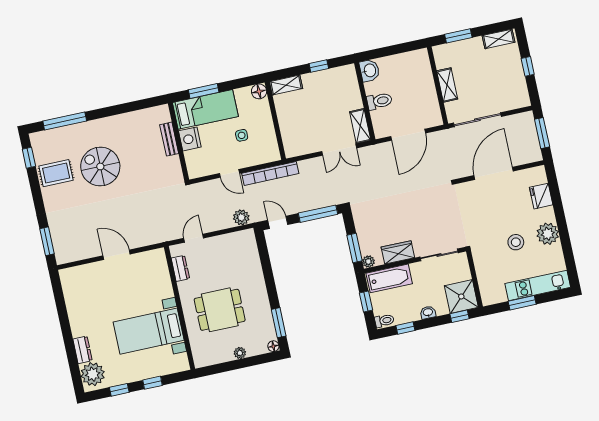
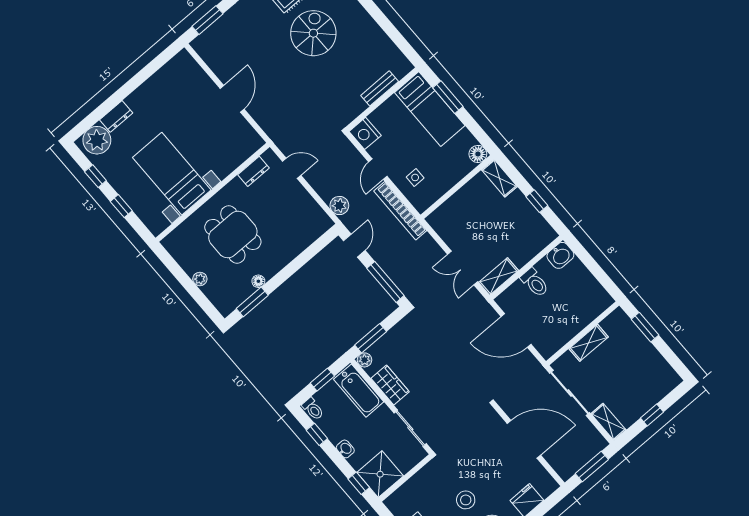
shelving: (498, 39) -> (608, 422), moved
side table: (242, 135) -> (415, 177), moved
nightstand: (190, 139) -> (365, 133), moved, turned -90
floor lamp: (273, 346) -> (258, 281), moved

